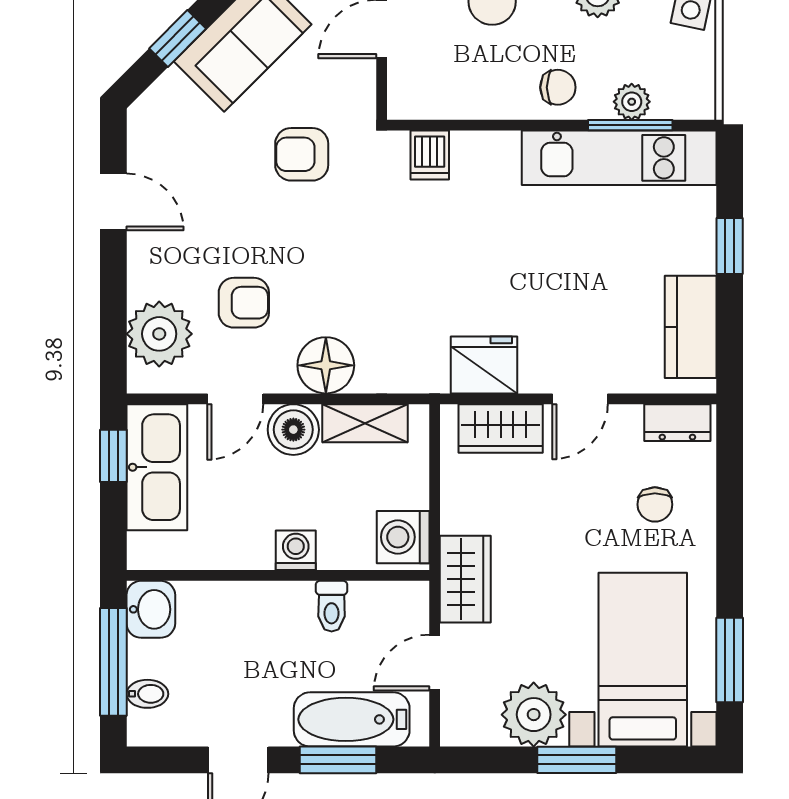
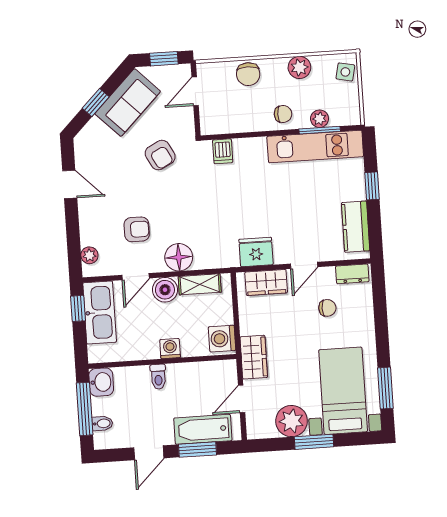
armchair: (302, 154) -> (160, 155), turned -118
plant: (159, 334) -> (89, 255), width x0.53, depth x0.53
chair: (655, 504) -> (327, 308), moved, turned -90
toilet: (332, 606) -> (158, 377), moved

